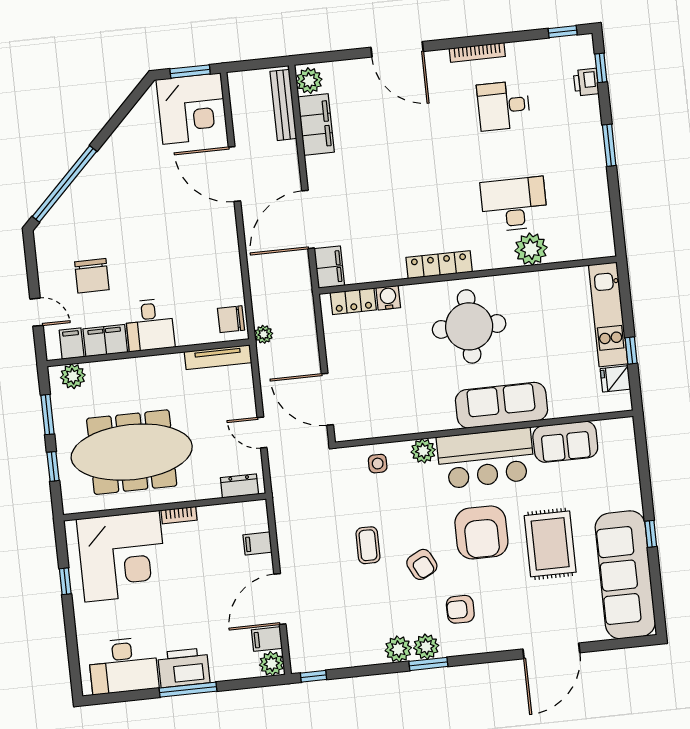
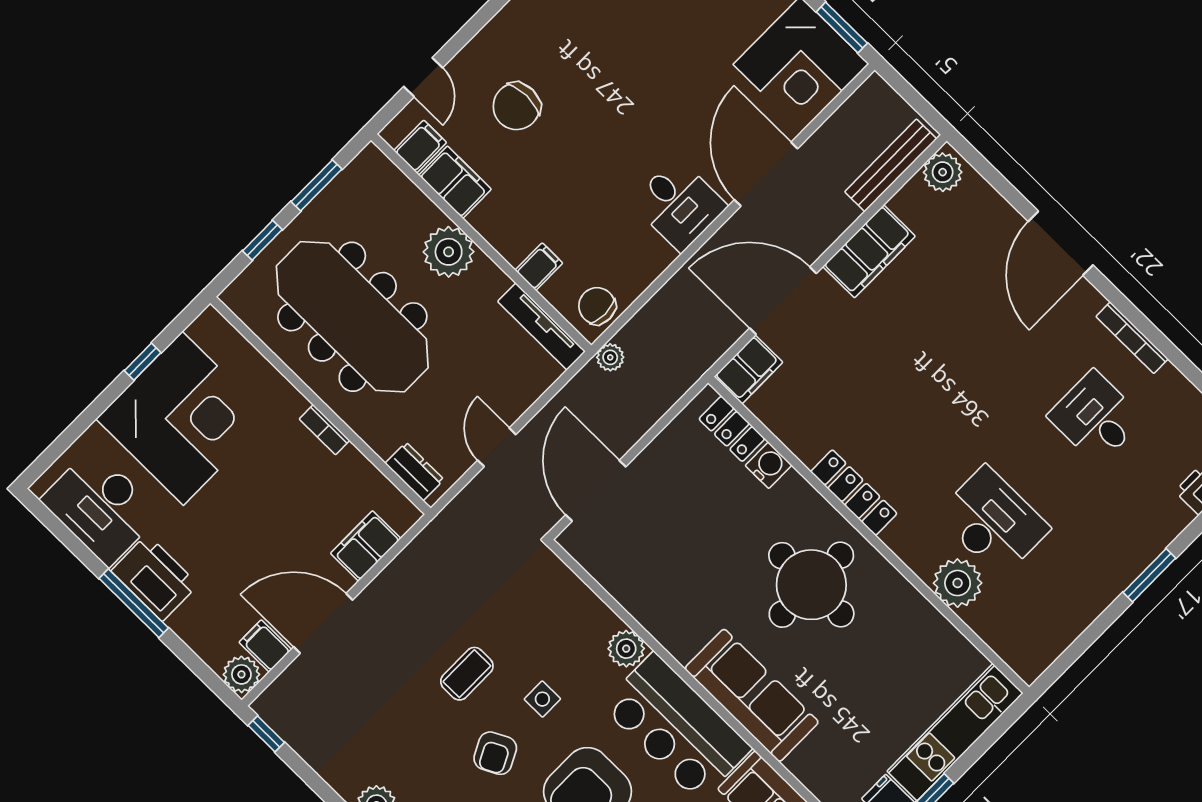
filing cabinet: (316, 124) -> (869, 251), moved
desk: (150, 325) -> (679, 204), moved, turned -90
filing cabinet: (186, 333) -> (539, 267), added
plant: (73, 376) -> (449, 252), moved, width x1.36, depth x1.36
side table: (378, 464) -> (542, 699), moved
filing cabinet: (258, 543) -> (366, 546), width x2.00
corner desk: (122, 556) -> (183, 418), moved, turned -90

